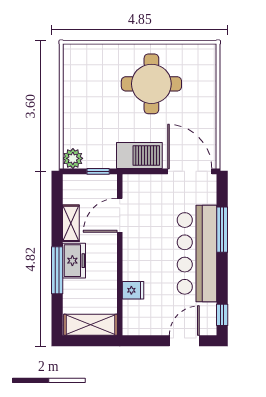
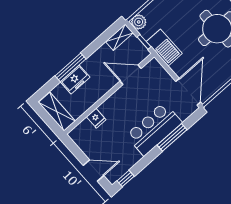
barbecue: (139, 155) -> (164, 47), moved
shelving: (71, 223) -> (119, 37), moved
bar counter: (197, 253) -> (154, 129), width x0.73
freezer: (74, 261) -> (75, 79), moved

